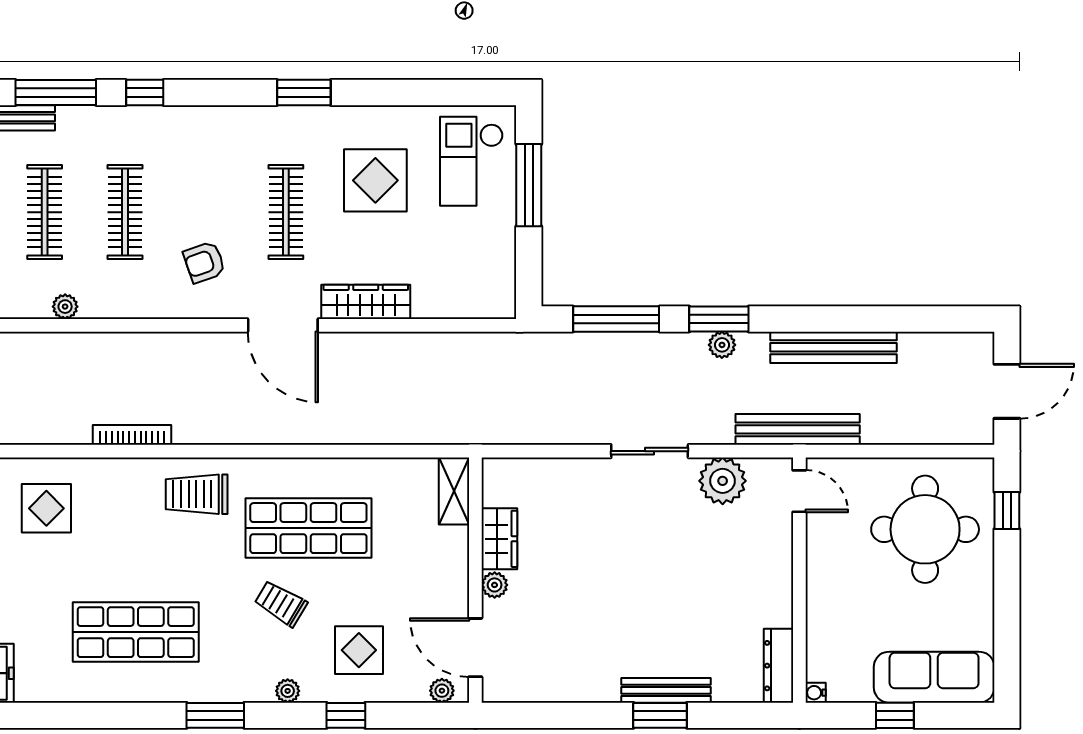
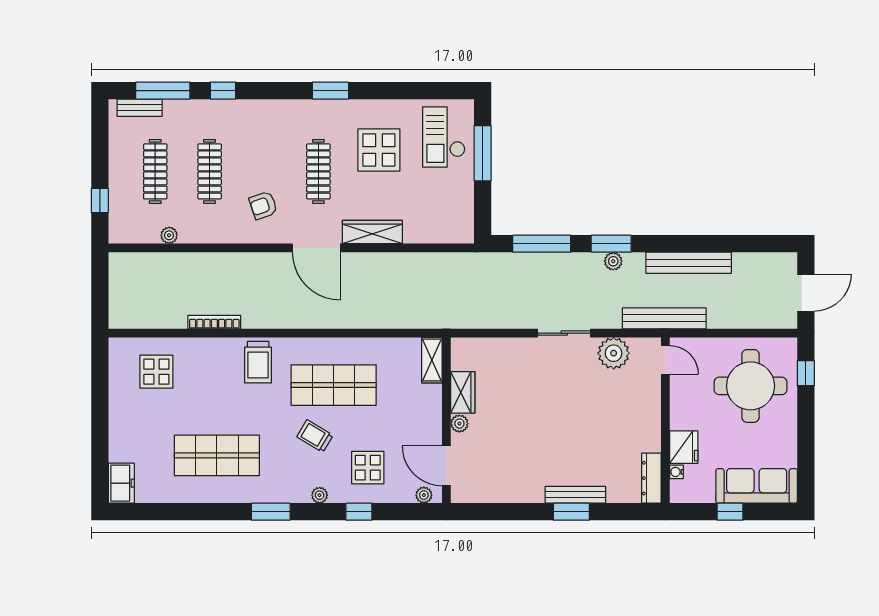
trolley: (197, 494) -> (258, 362), turned -90
fridge: (826, 620) -> (684, 447), added
water cooler: (816, 693) -> (677, 472), moved

